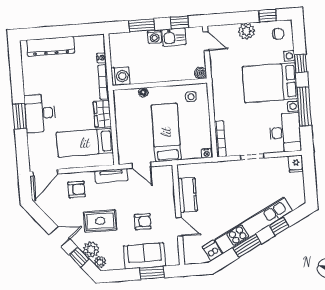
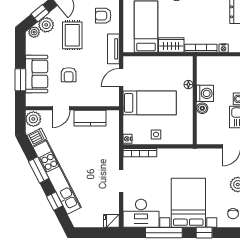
boiler: (201, 73) -> (202, 108), moved
washing machine: (121, 76) -> (205, 93), moved, turned -90
side table: (191, 97) -> (156, 134), moved
armchair: (77, 189) -> (103, 16), turned 90
plant: (193, 256) -> (33, 119), added

